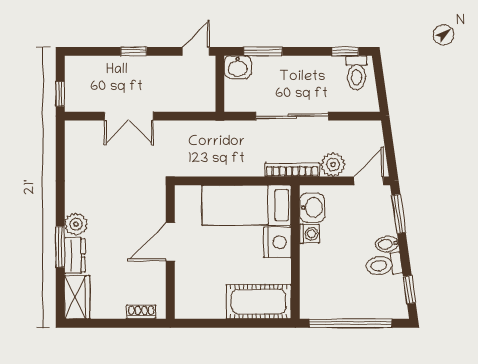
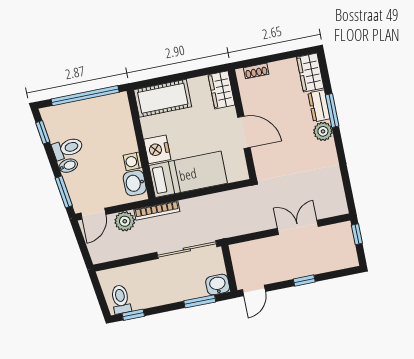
sliding door: (292, 116) -> (187, 250), moved
door: (170, 242) -> (244, 132), hinge flipped
wardrobe: (187, 298) -> (221, 90), added

